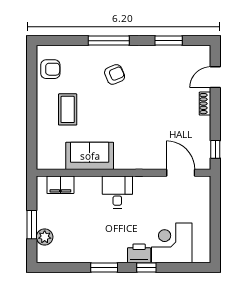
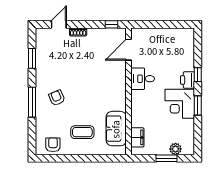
door: (215, 77) -> (59, 24), swing flipped
sofa: (90, 156) -> (116, 129), moved
desk: (117, 192) -> (143, 79), moved
corner desk: (172, 243) -> (180, 104), moved

